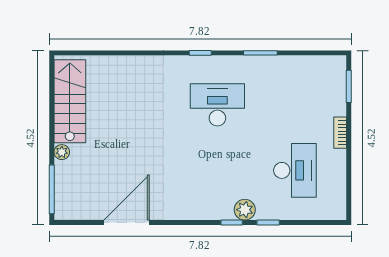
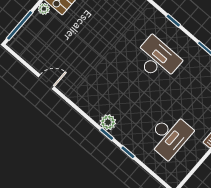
plant: (245, 210) -> (108, 122), moved
door: (126, 222) -> (46, 82), width x0.53

